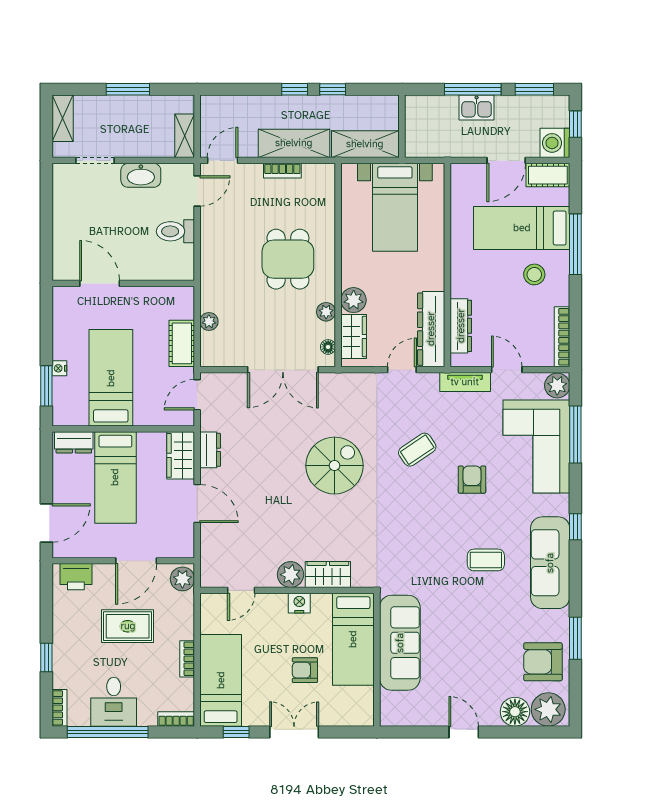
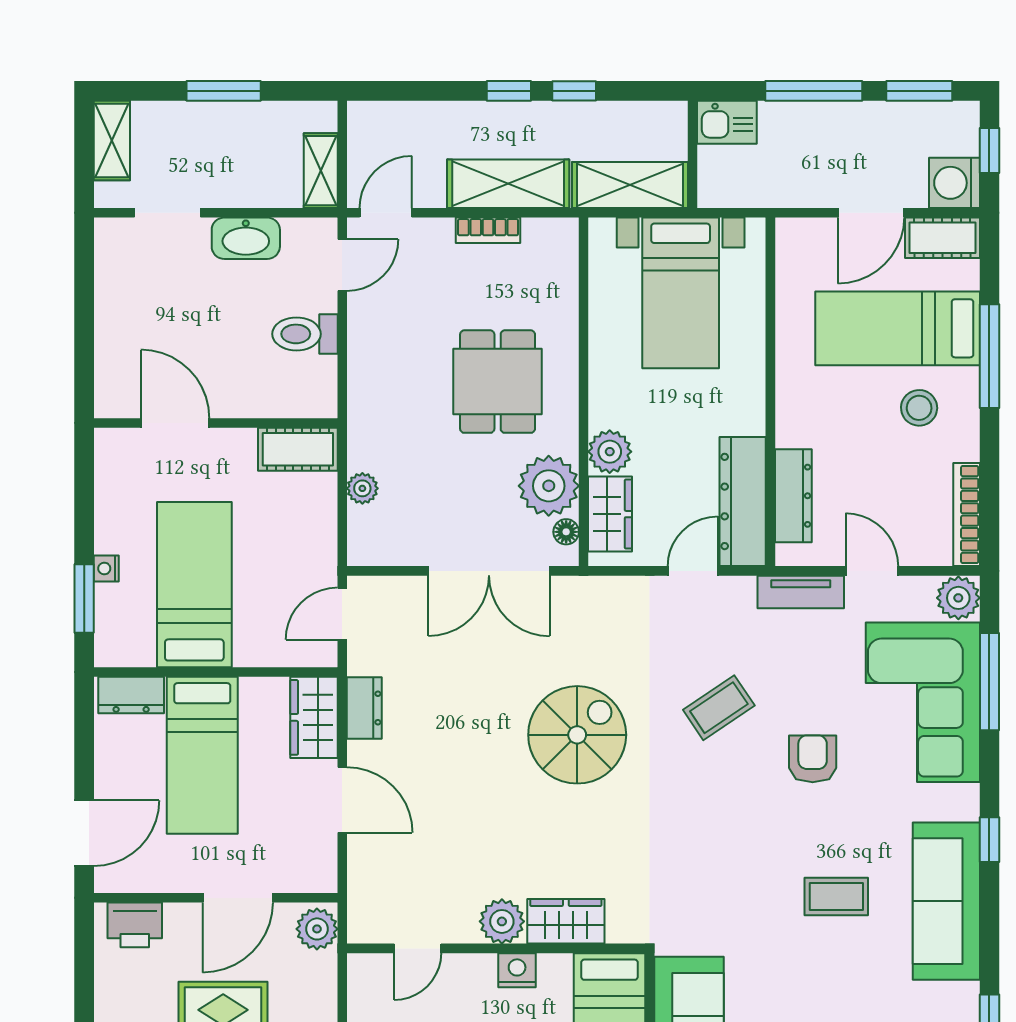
kitchen sink: (477, 108) -> (727, 122), moved
plant: (326, 312) -> (549, 486), width x1.87, depth x1.87
cot: (182, 343) -> (298, 449), moved, turned 90

